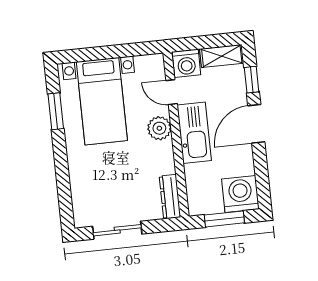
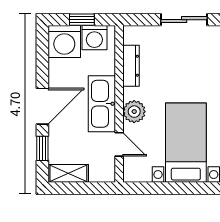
washing machine: (186, 63) -> (94, 38), moved, turned 180
dresser: (170, 197) -> (131, 66), moved
window: (224, 219) -> (82, 20), width x0.67

